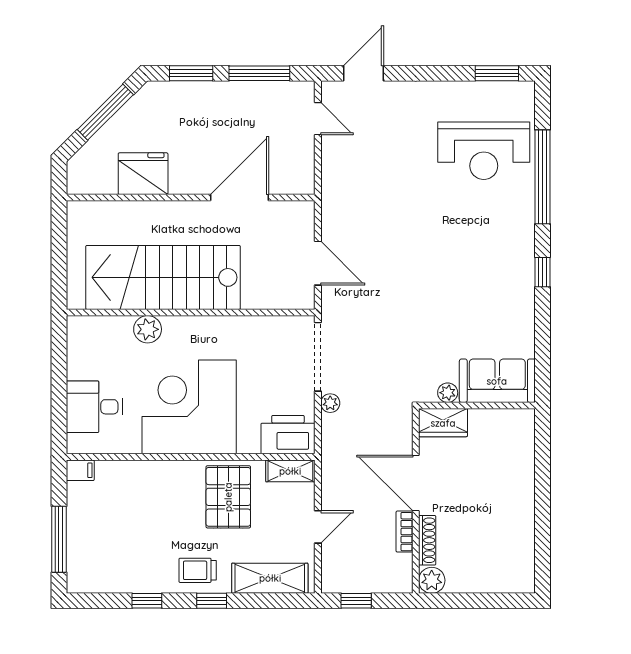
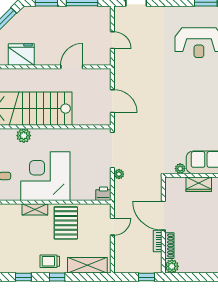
door: (318, 119) -> (112, 40), moved
door: (240, 198) -> (72, 67), width x0.73
wardrobe: (443, 423) -> (199, 184), moved
printer: (288, 435) -> (103, 194), width x0.53, depth x0.68
shelving: (290, 471) -> (35, 209), moved
door: (318, 527) -> (112, 227), moved
window: (356, 601) -> (147, 277), moved

